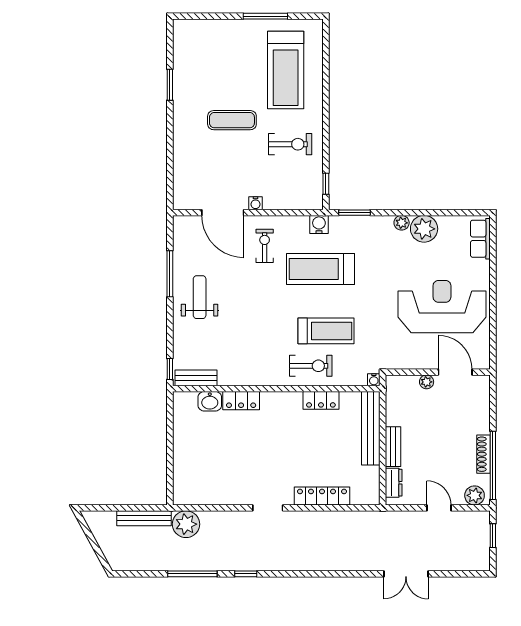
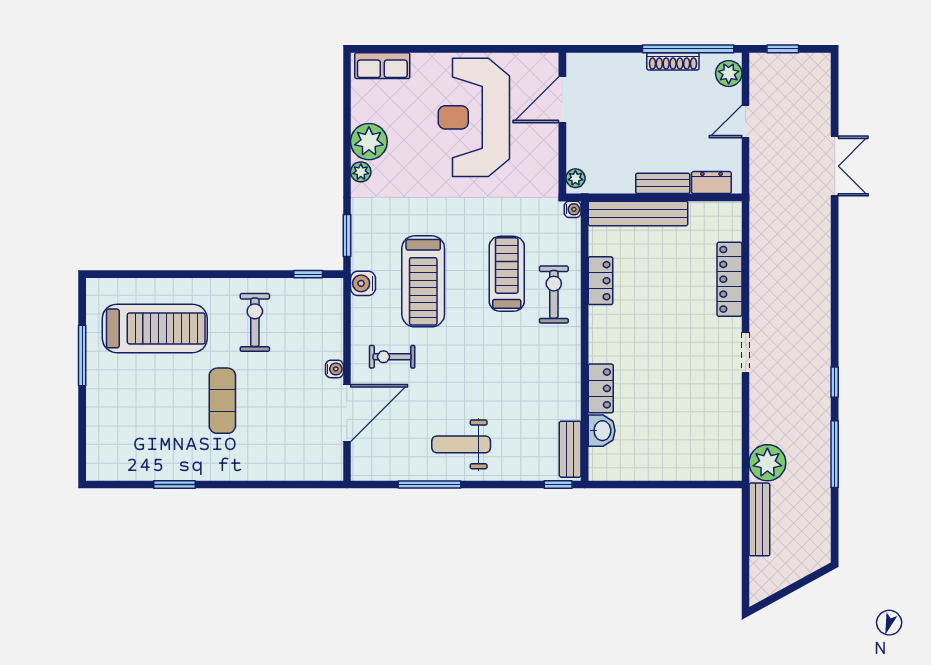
plant: (427, 382) -> (575, 178), moved

